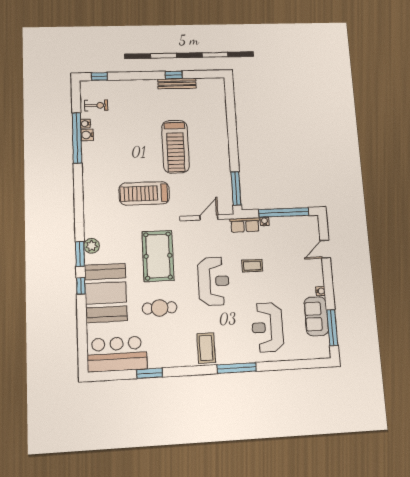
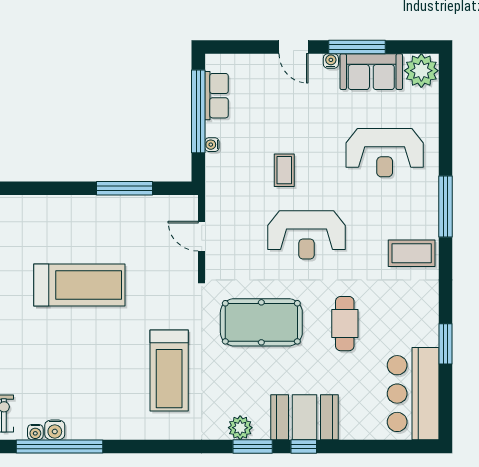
window: (236, 188) -> (124, 188), moved
treadmill: (144, 193) -> (169, 370), moved
row of seats: (245, 225) -> (216, 96), moved
door: (325, 249) -> (294, 47), moved
reception desk: (214, 281) -> (306, 235), turned 180
booth: (106, 293) -> (305, 417), width x0.73, depth x0.70
window: (332, 328) -> (357, 47), moved
plant: (320, 348) -> (421, 71), added

